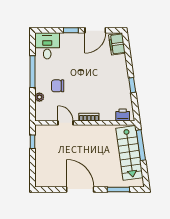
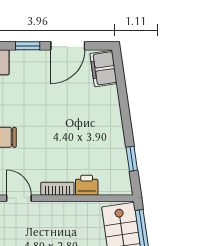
window: (132, 85) -> (132, 159), moved
printer: (123, 115) -> (87, 185), moved

